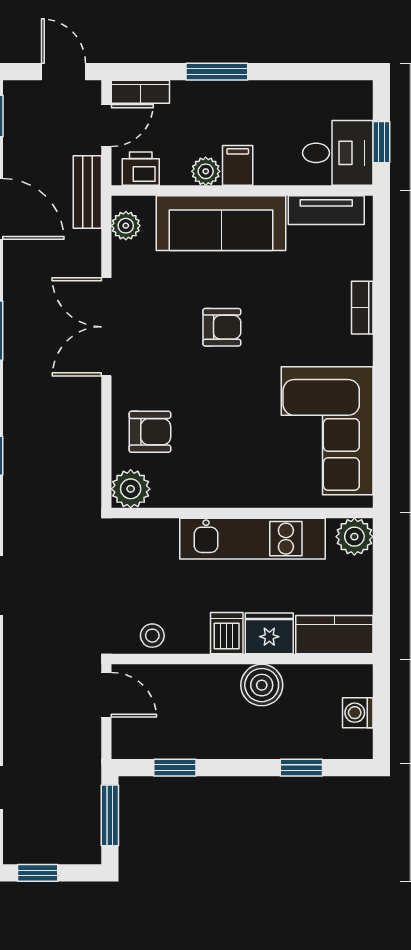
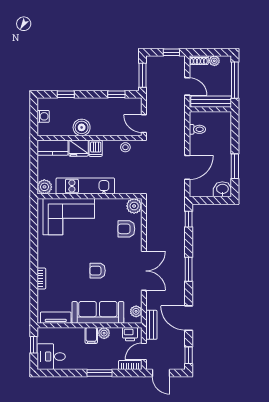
desk: (338, 153) -> (51, 357), moved
corner sofa: (327, 431) -> (69, 217), moved, turned 90

